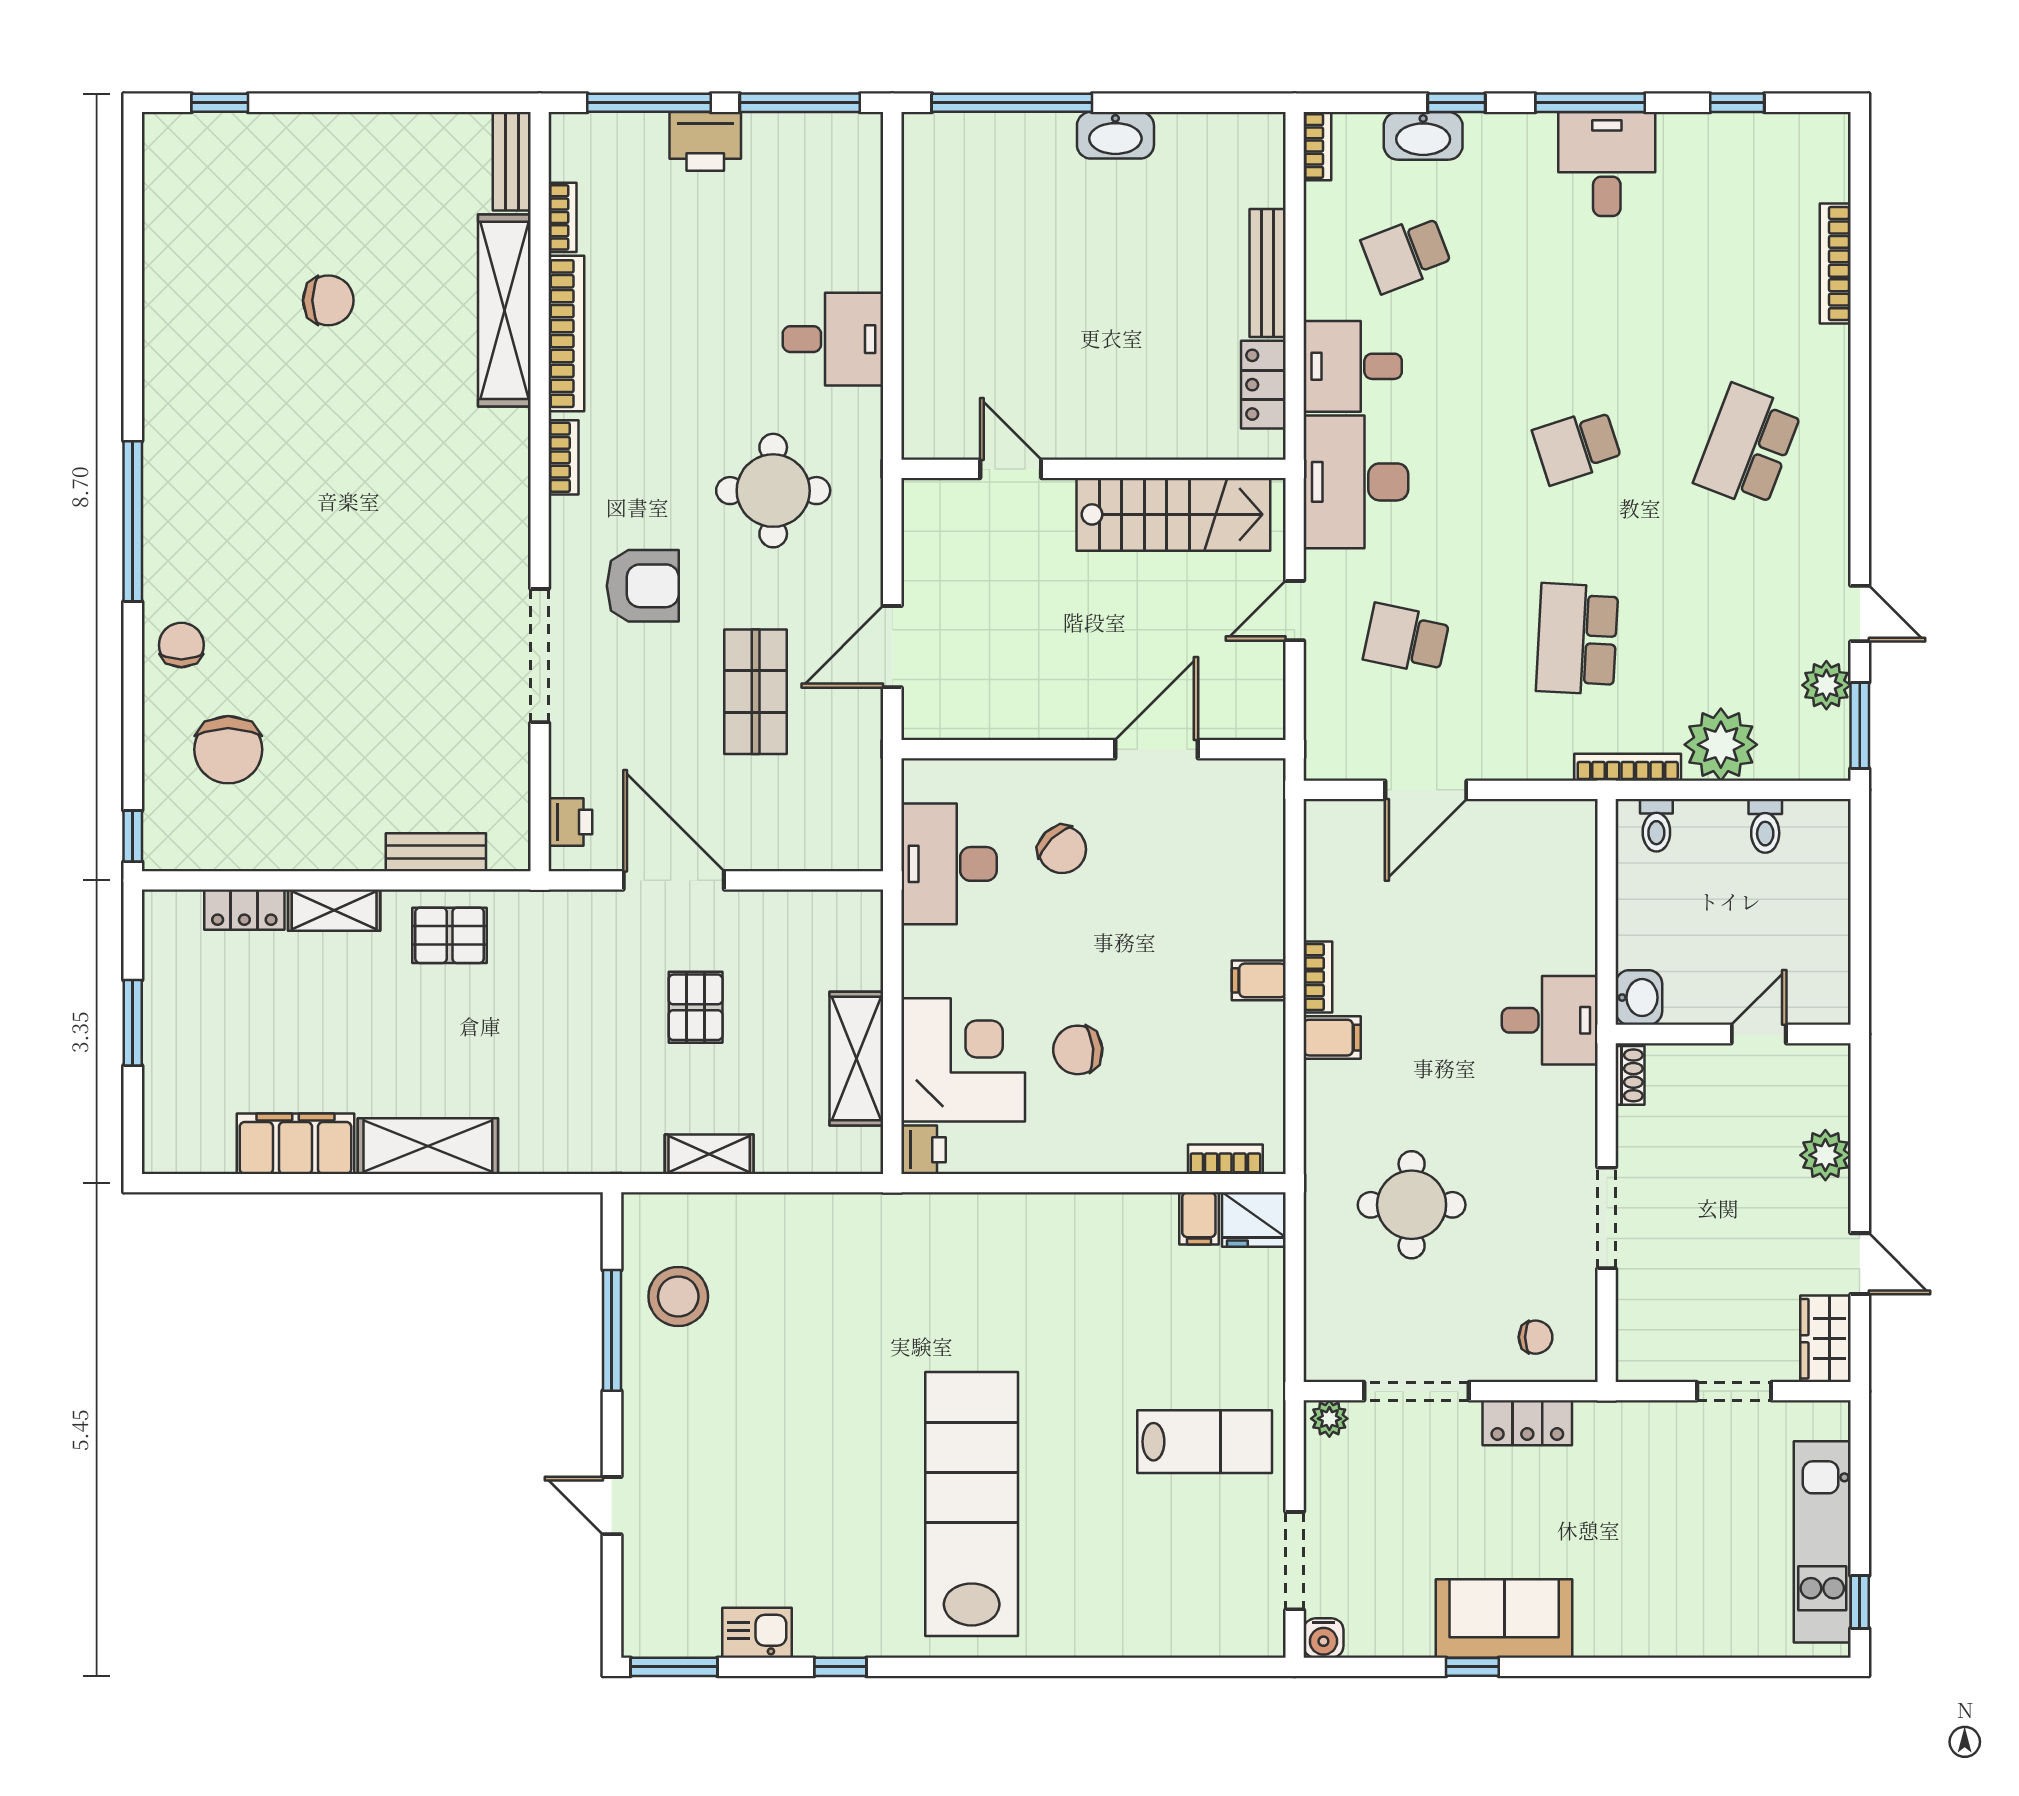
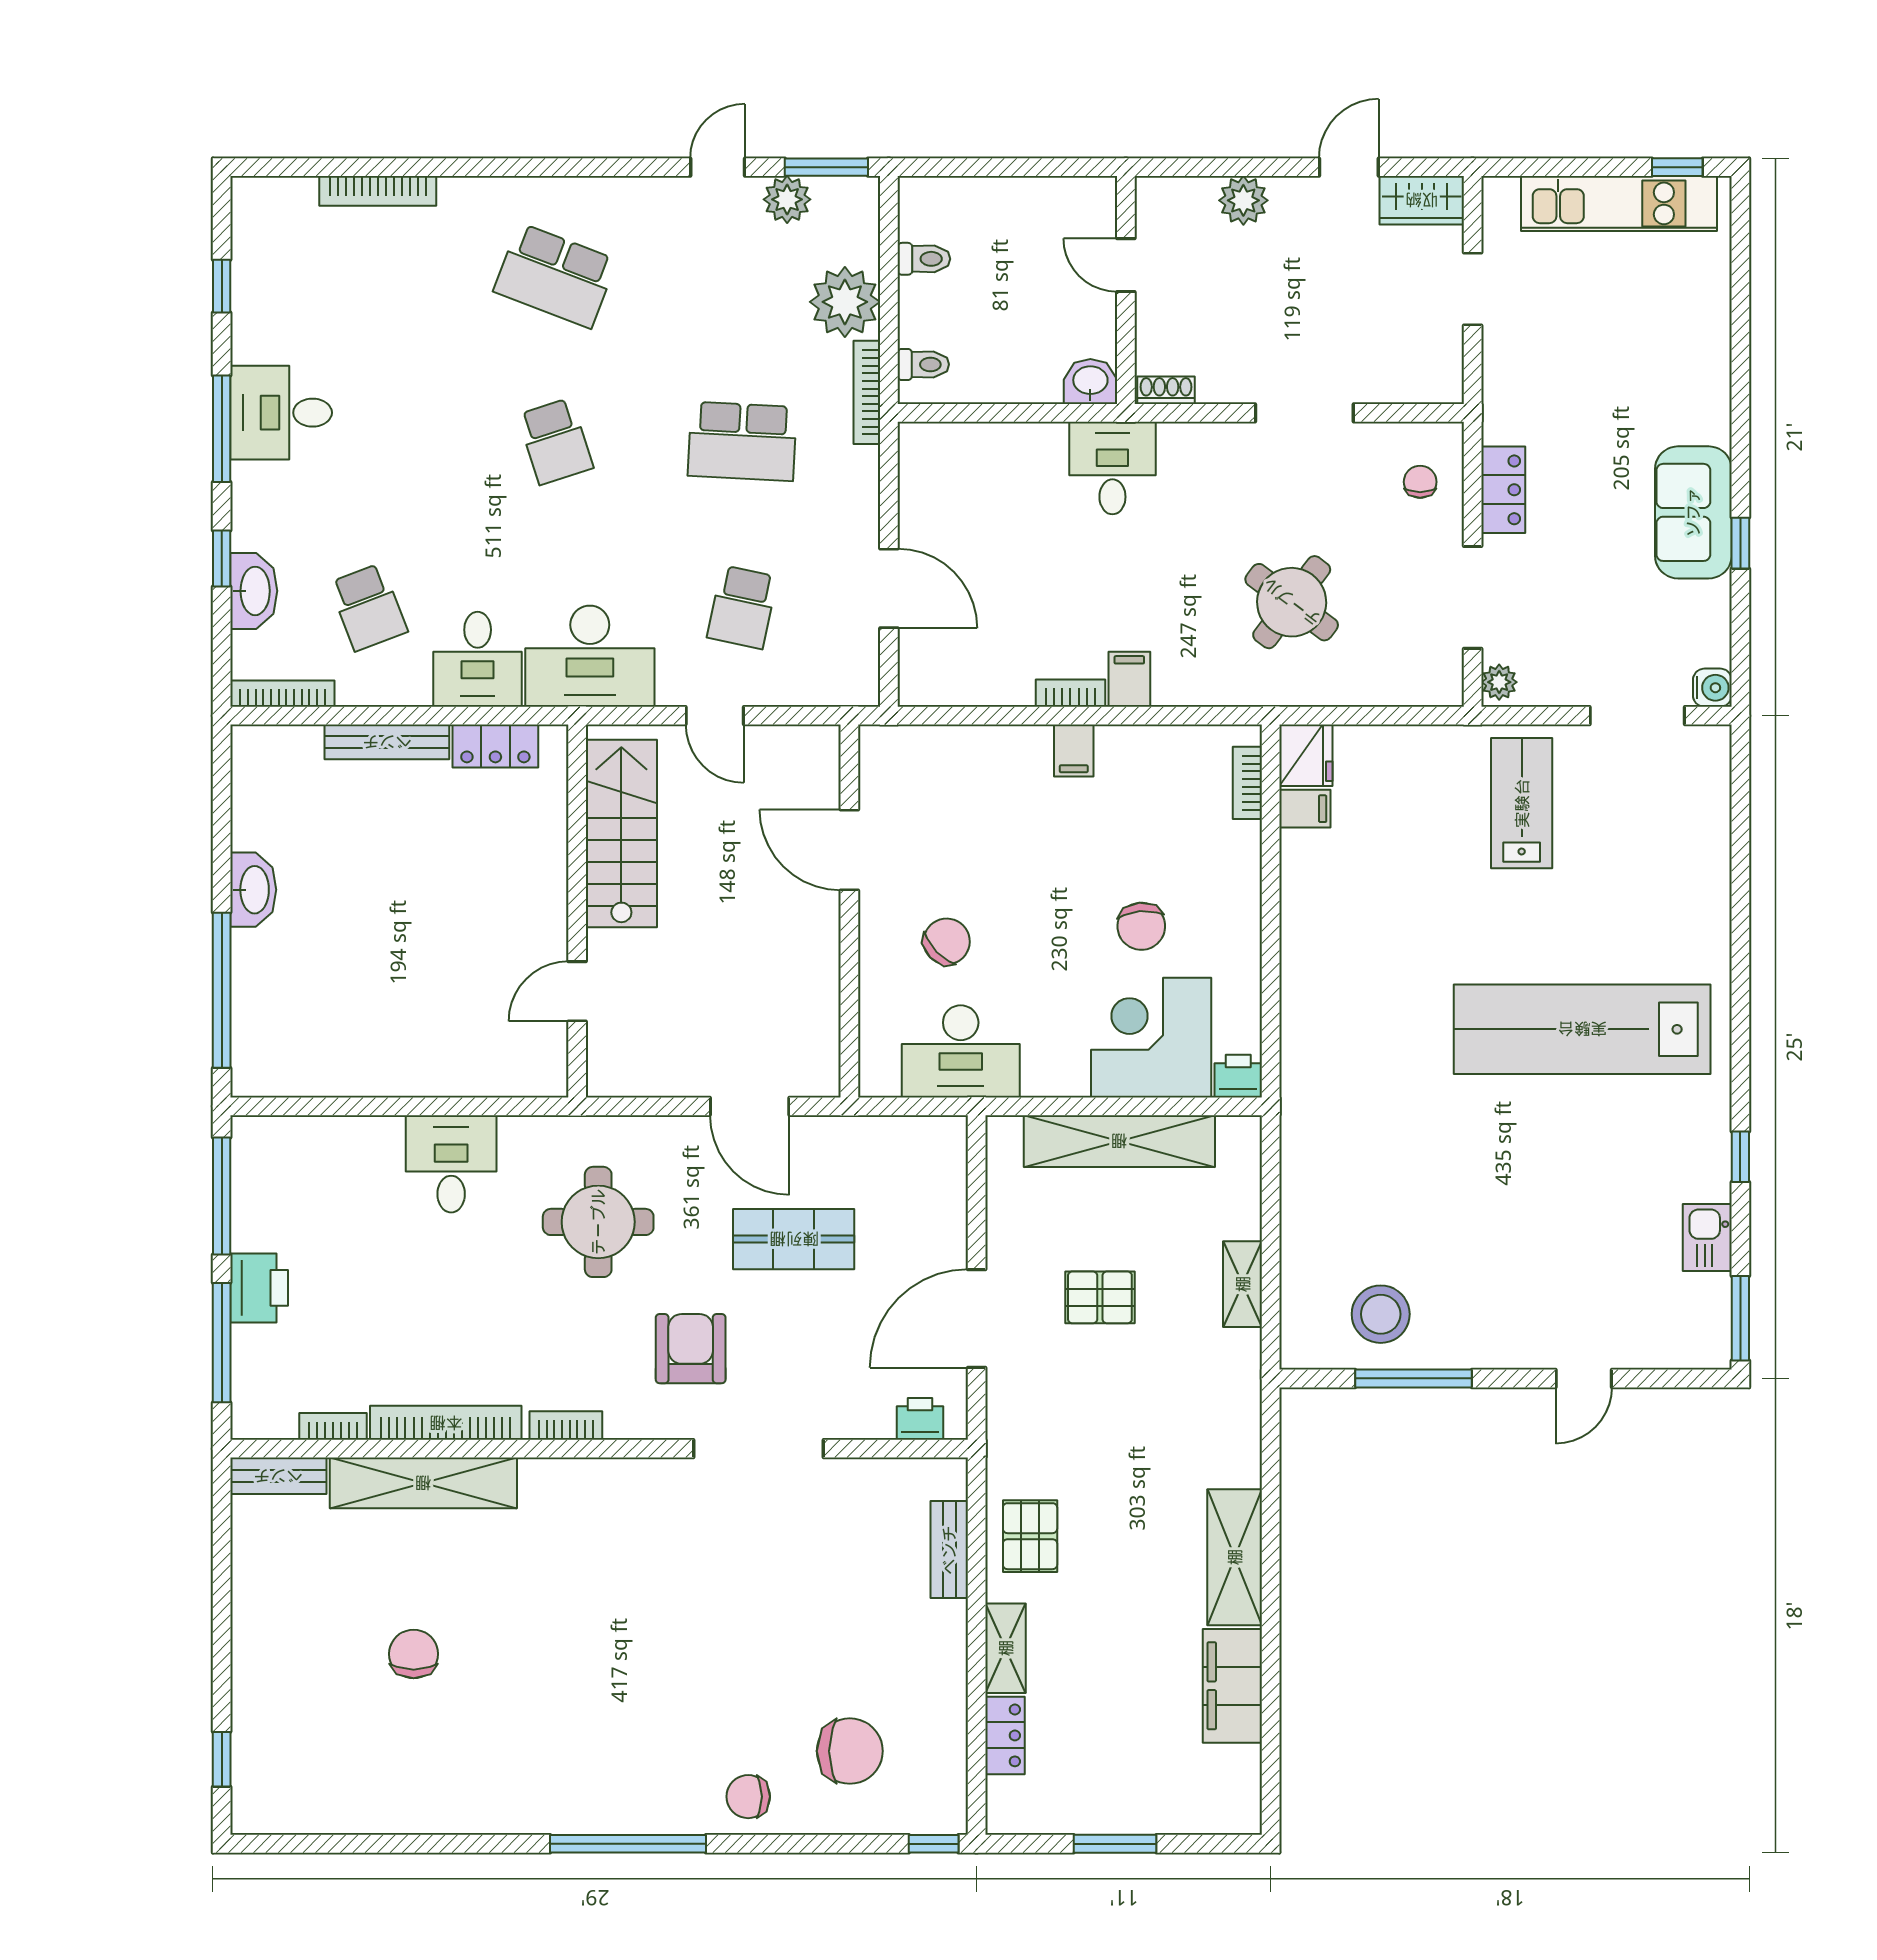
bookcase: (1317, 146) -> (282, 694), width x1.56
shelving: (856, 1059) -> (1119, 1141), width x1.47
round table: (1412, 1205) -> (1292, 602), turned 37

